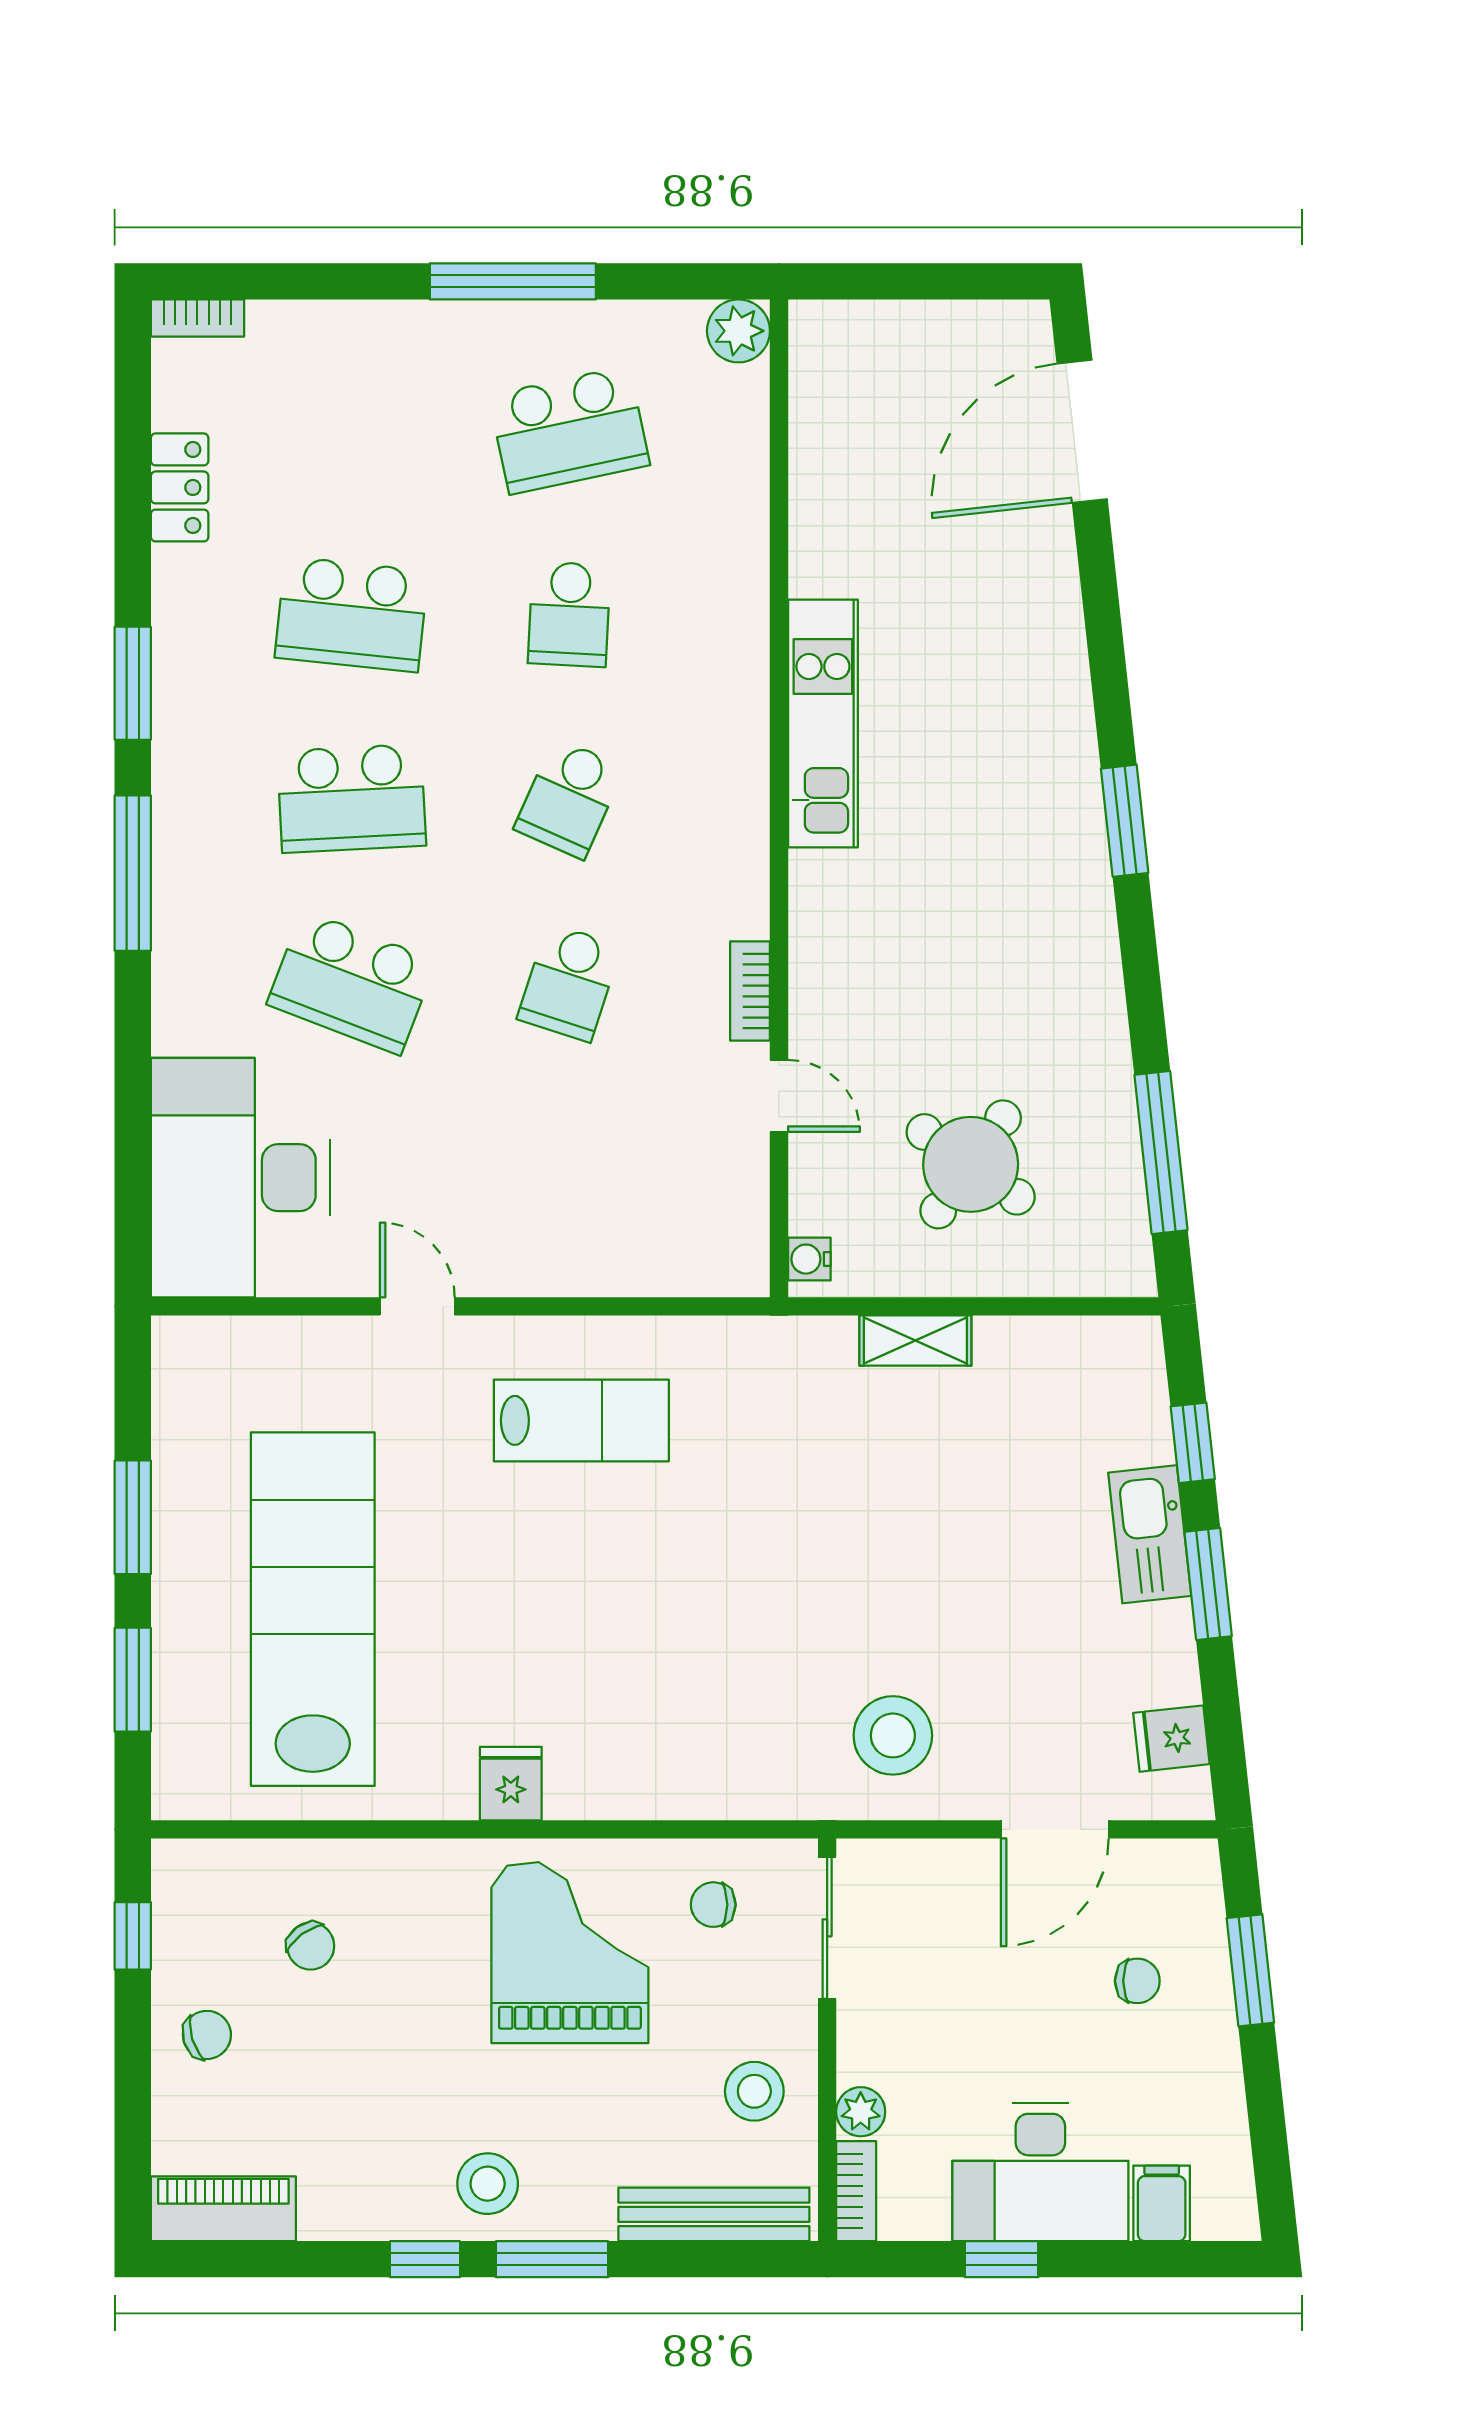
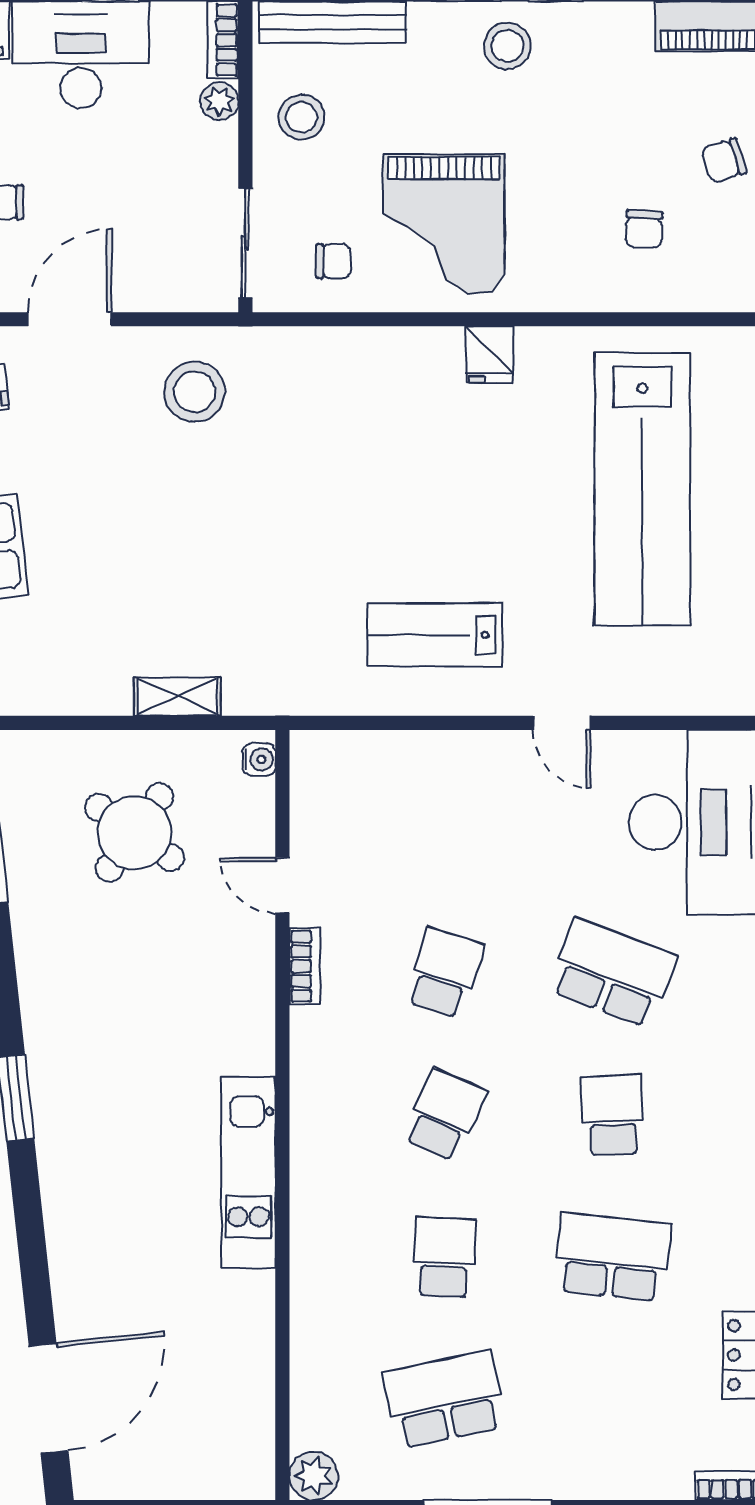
school desk: (352, 798) -> (612, 1115), width x0.54
chair: (311, 1946) -> (644, 229), turned -142

